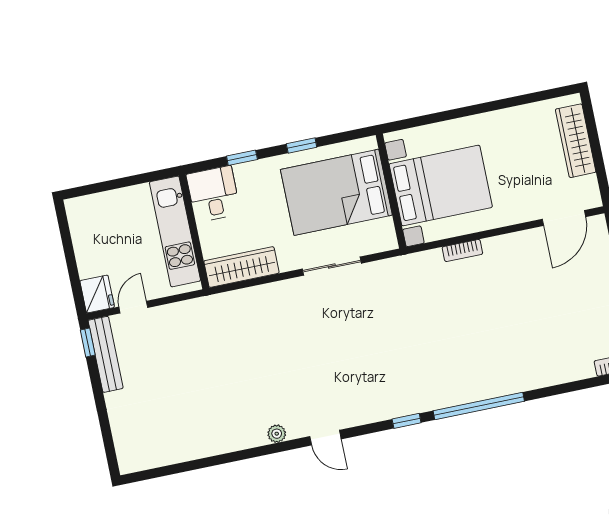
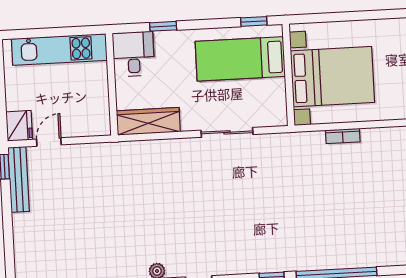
window: (302, 145) -> (254, 21), moved
bed: (336, 192) -> (240, 59), width x0.67
kitchen unit: (175, 231) -> (59, 50), moved, turned -90

